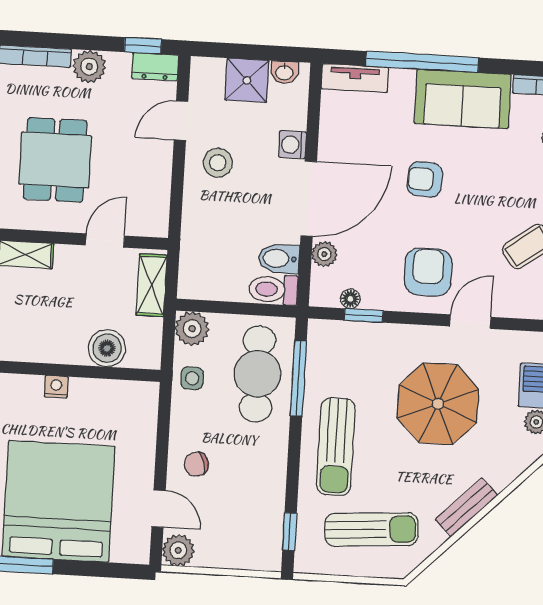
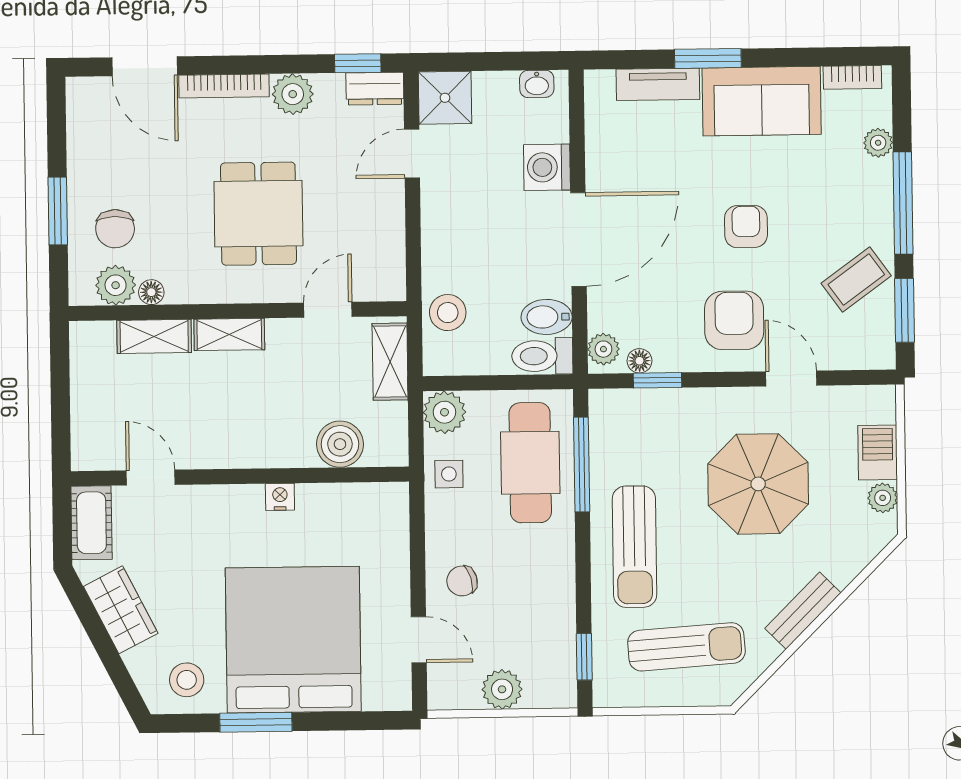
window: (422, 62) -> (708, 58), width x0.47
tv unit: (355, 78) -> (658, 84), moved
shower: (247, 80) -> (445, 98), moved
washing machine: (292, 145) -> (547, 167), width x1.38, depth x1.38
stool: (218, 163) -> (448, 313), moved
armchair: (425, 179) -> (746, 227), moved, turned 87
plant: (324, 254) -> (603, 349), moved
door: (470, 322) -> (791, 378), hinge flipped
plant: (178, 550) -> (502, 689), moved

